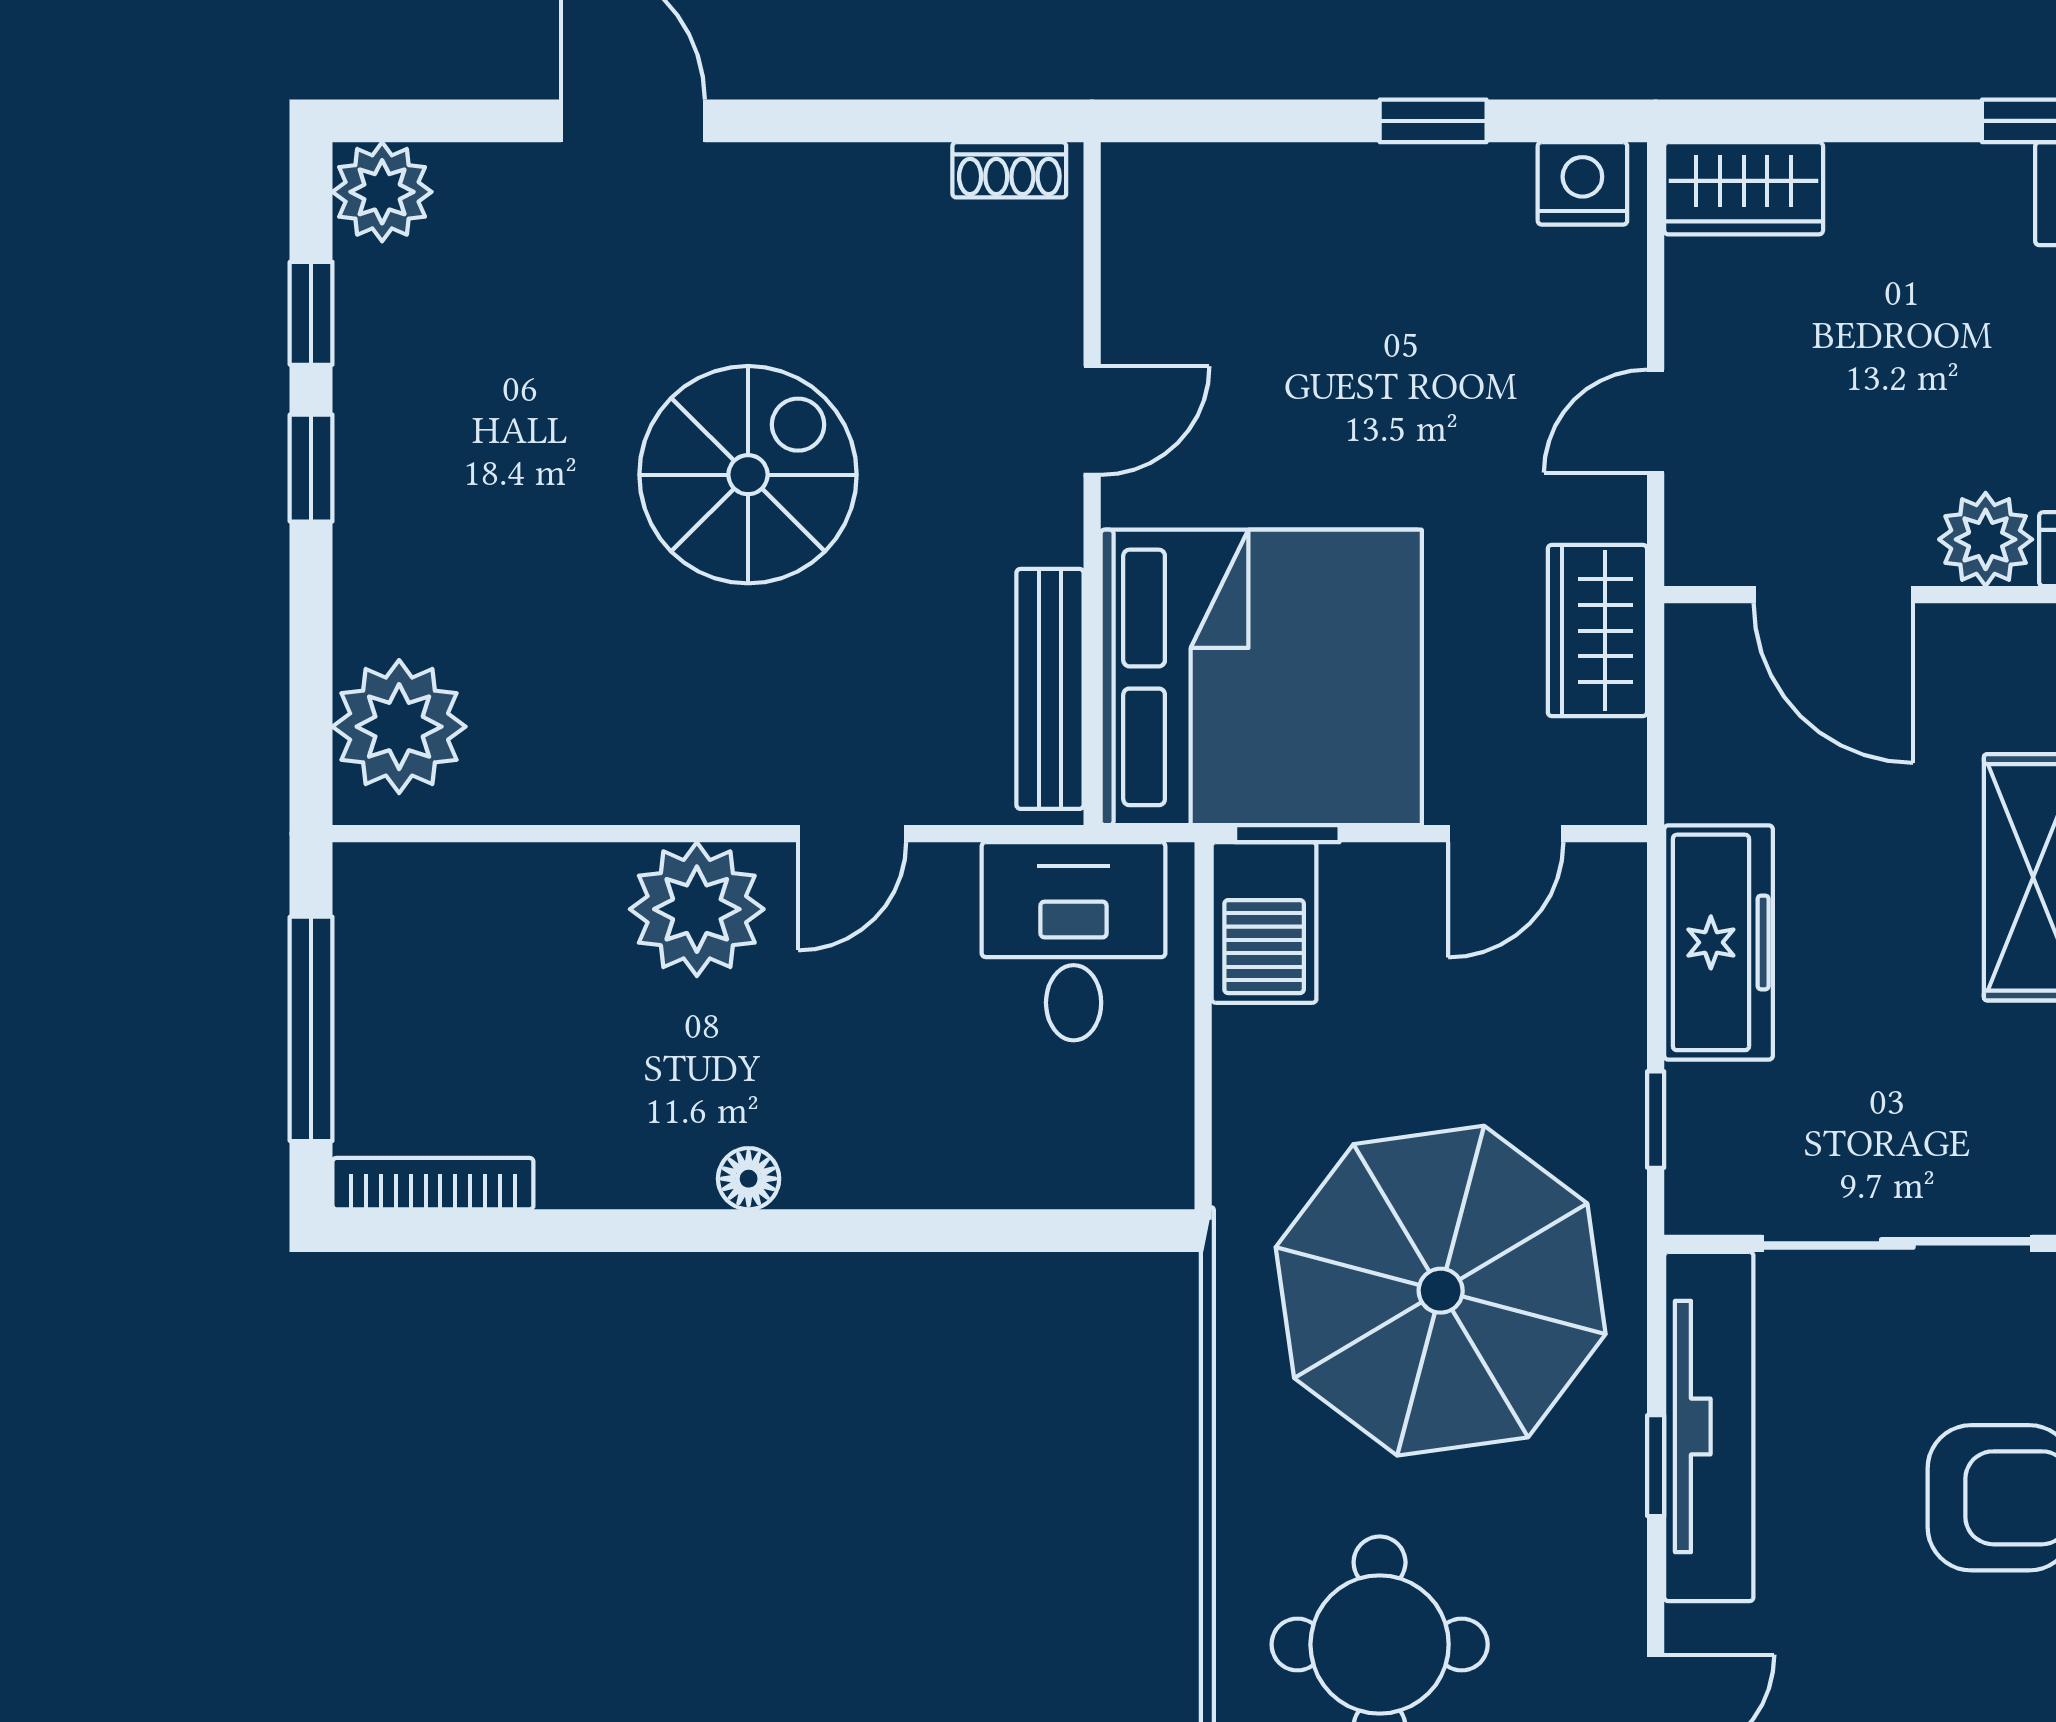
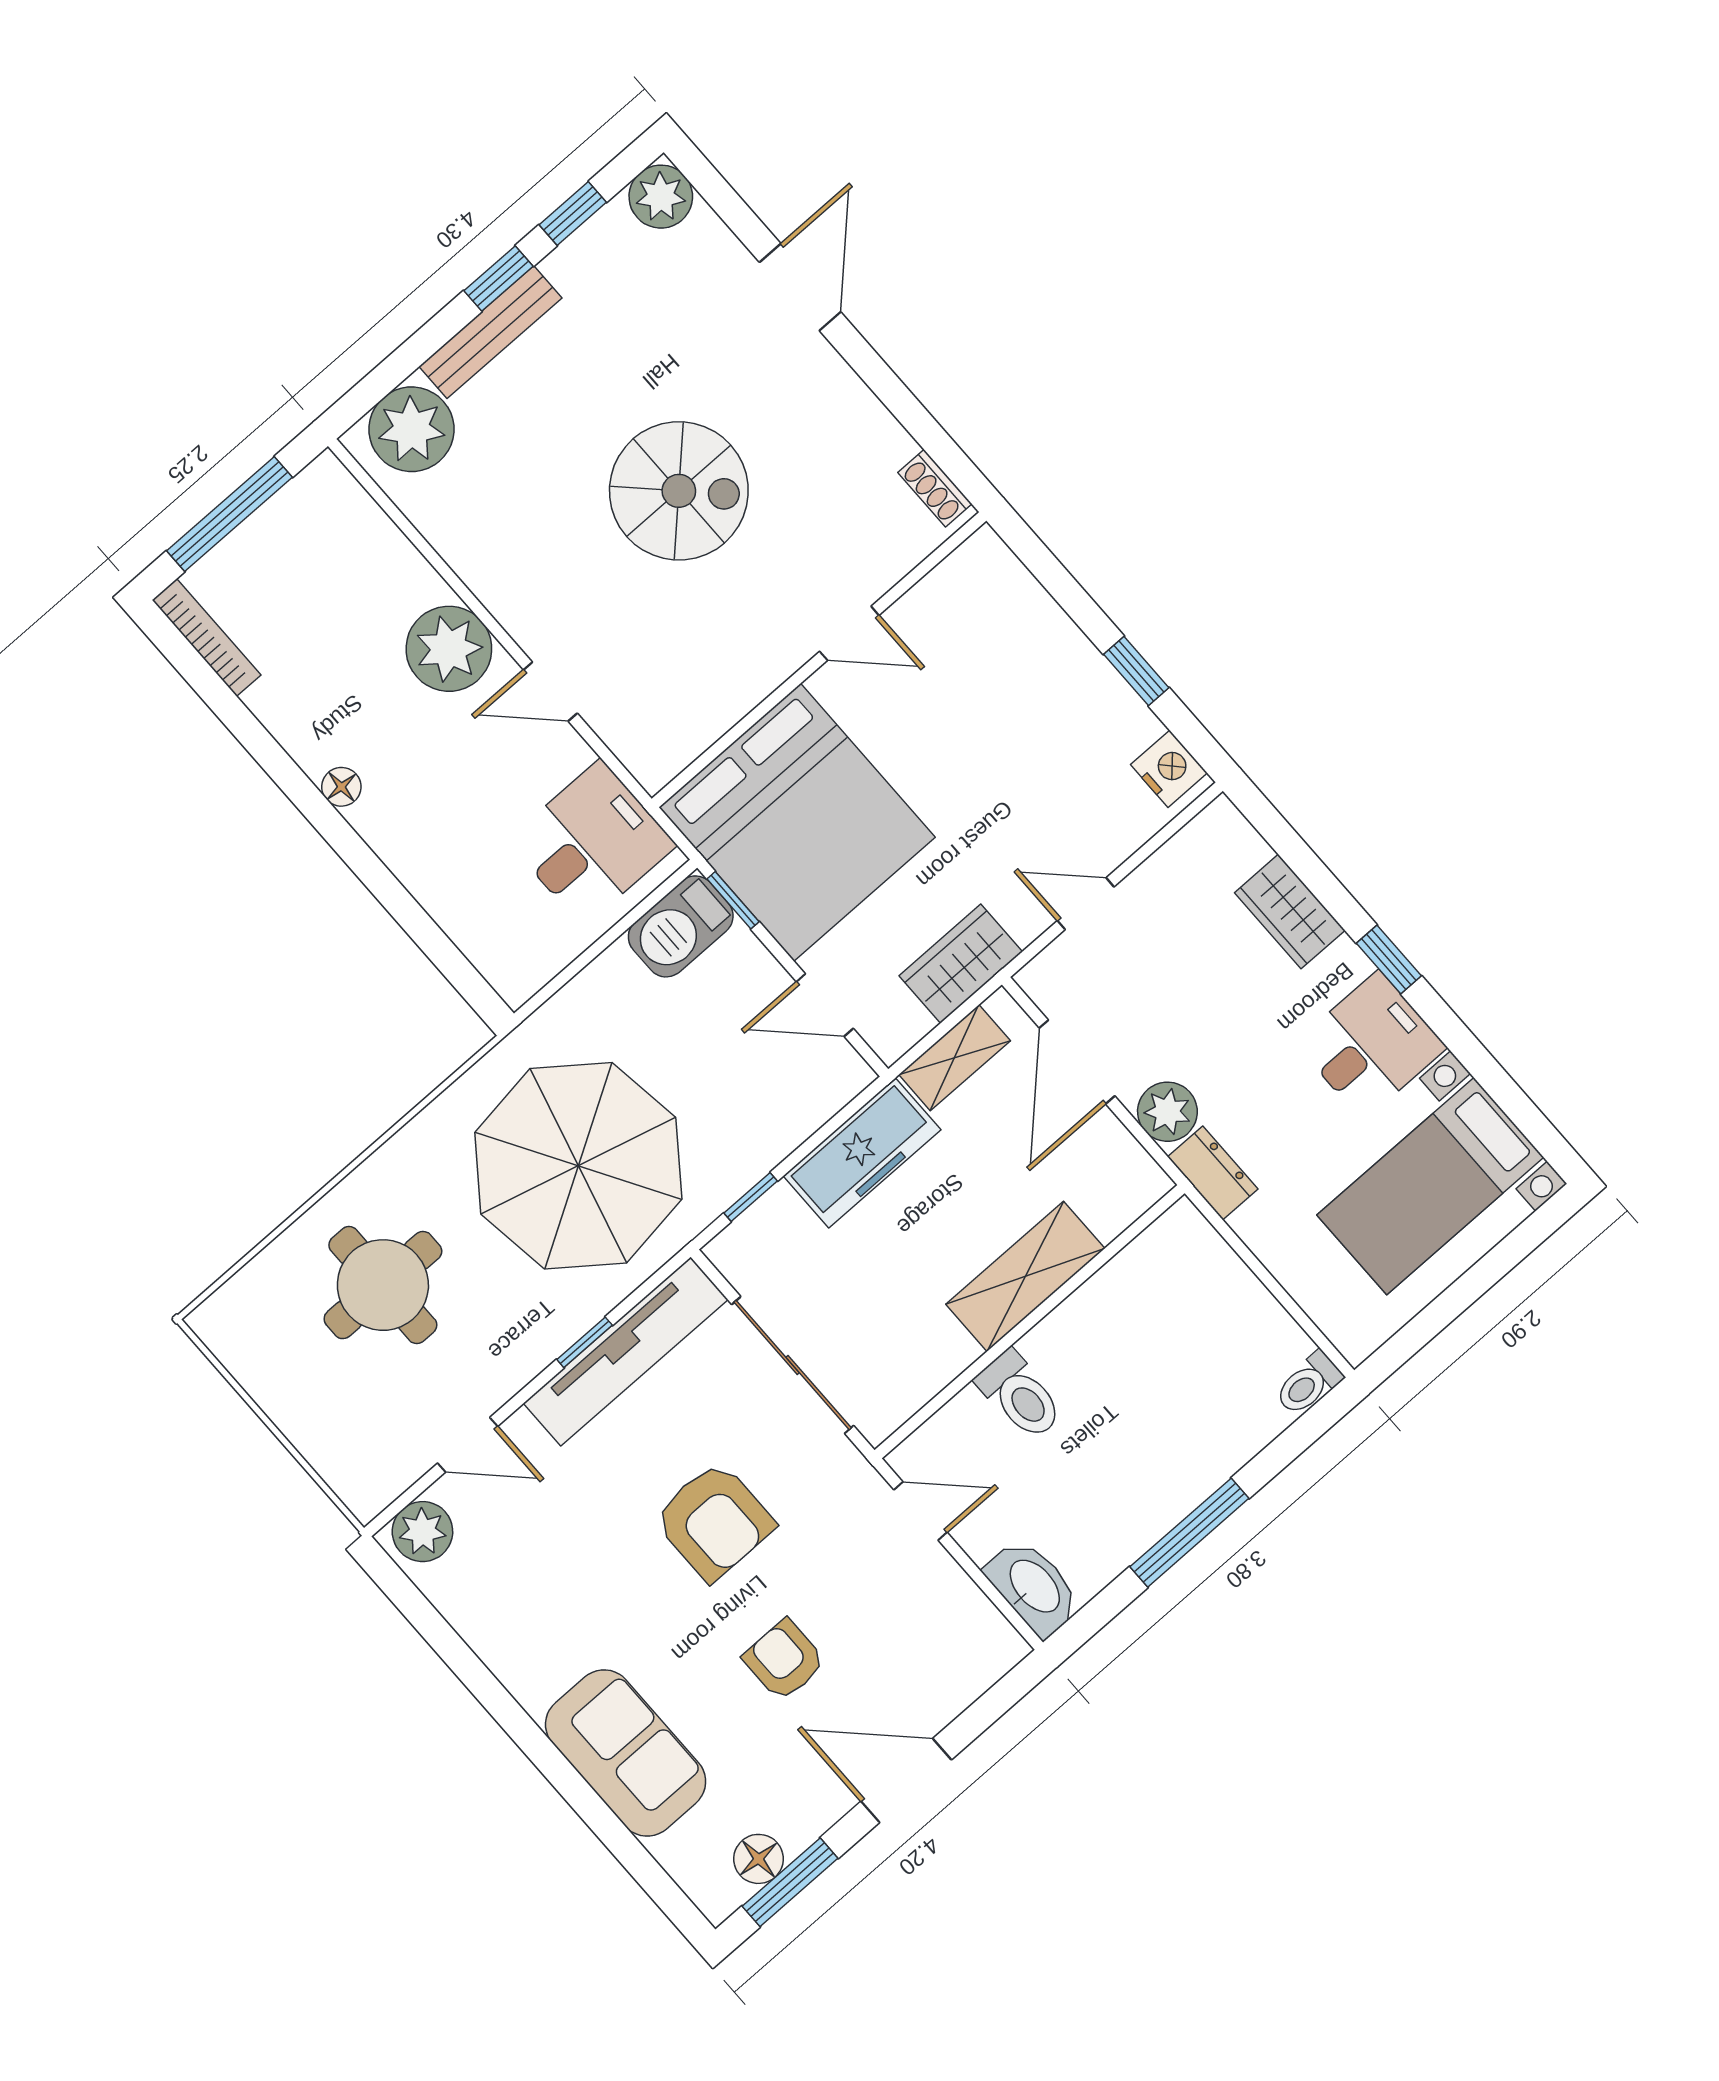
wardrobe: (1744, 188) -> (1290, 912), moved
bench: (1050, 689) -> (490, 332), moved
shelving: (1702, 735) -> (955, 1058), added

